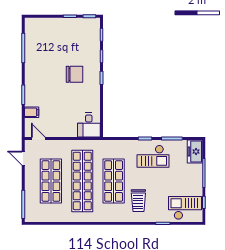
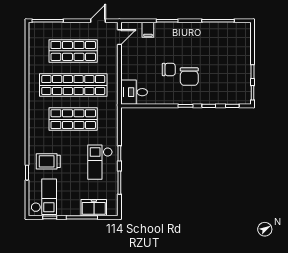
chair: (68, 93) -> (169, 69), added
freezer: (195, 152) -> (94, 208), moved
trolley: (138, 201) -> (48, 161), moved

